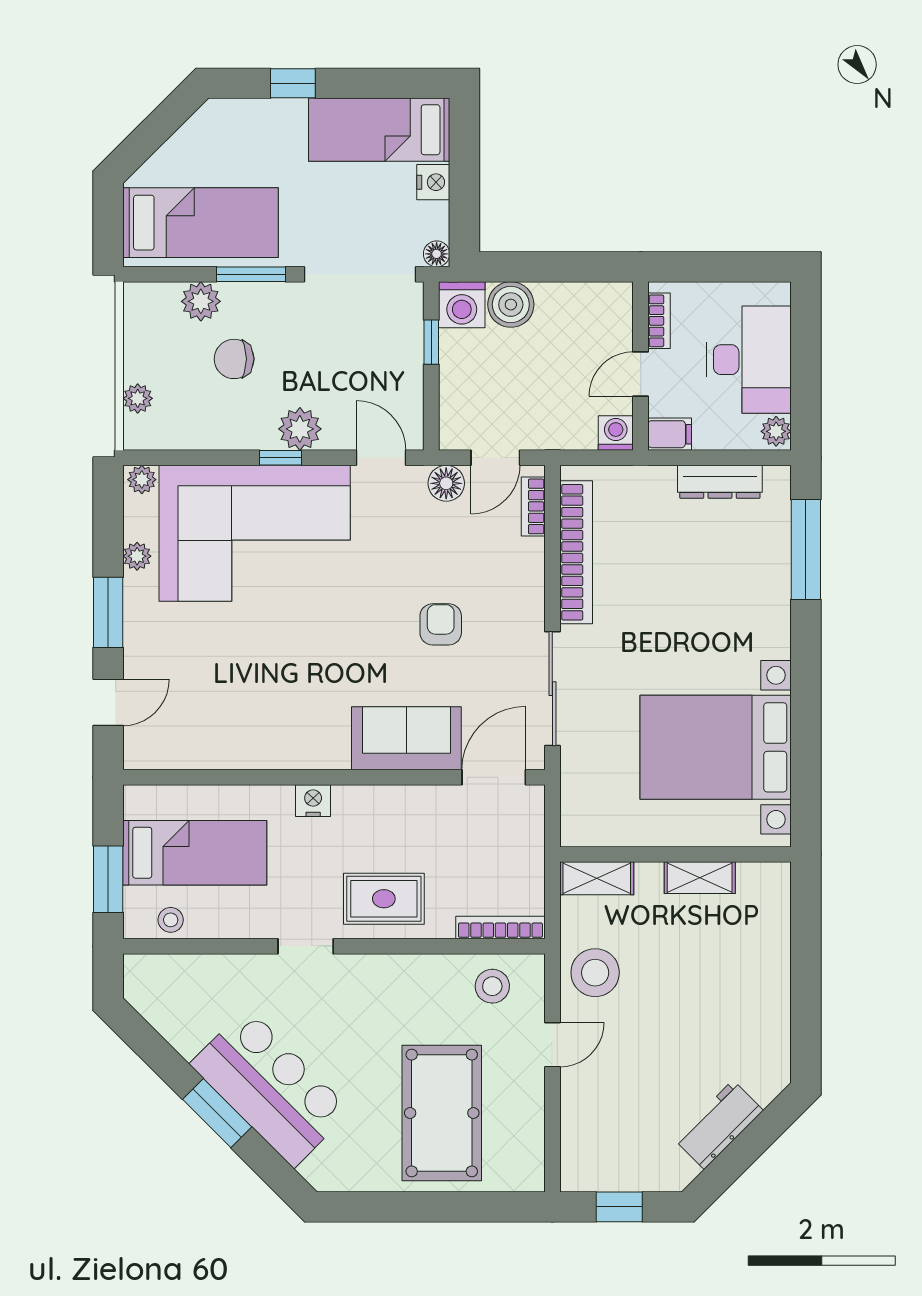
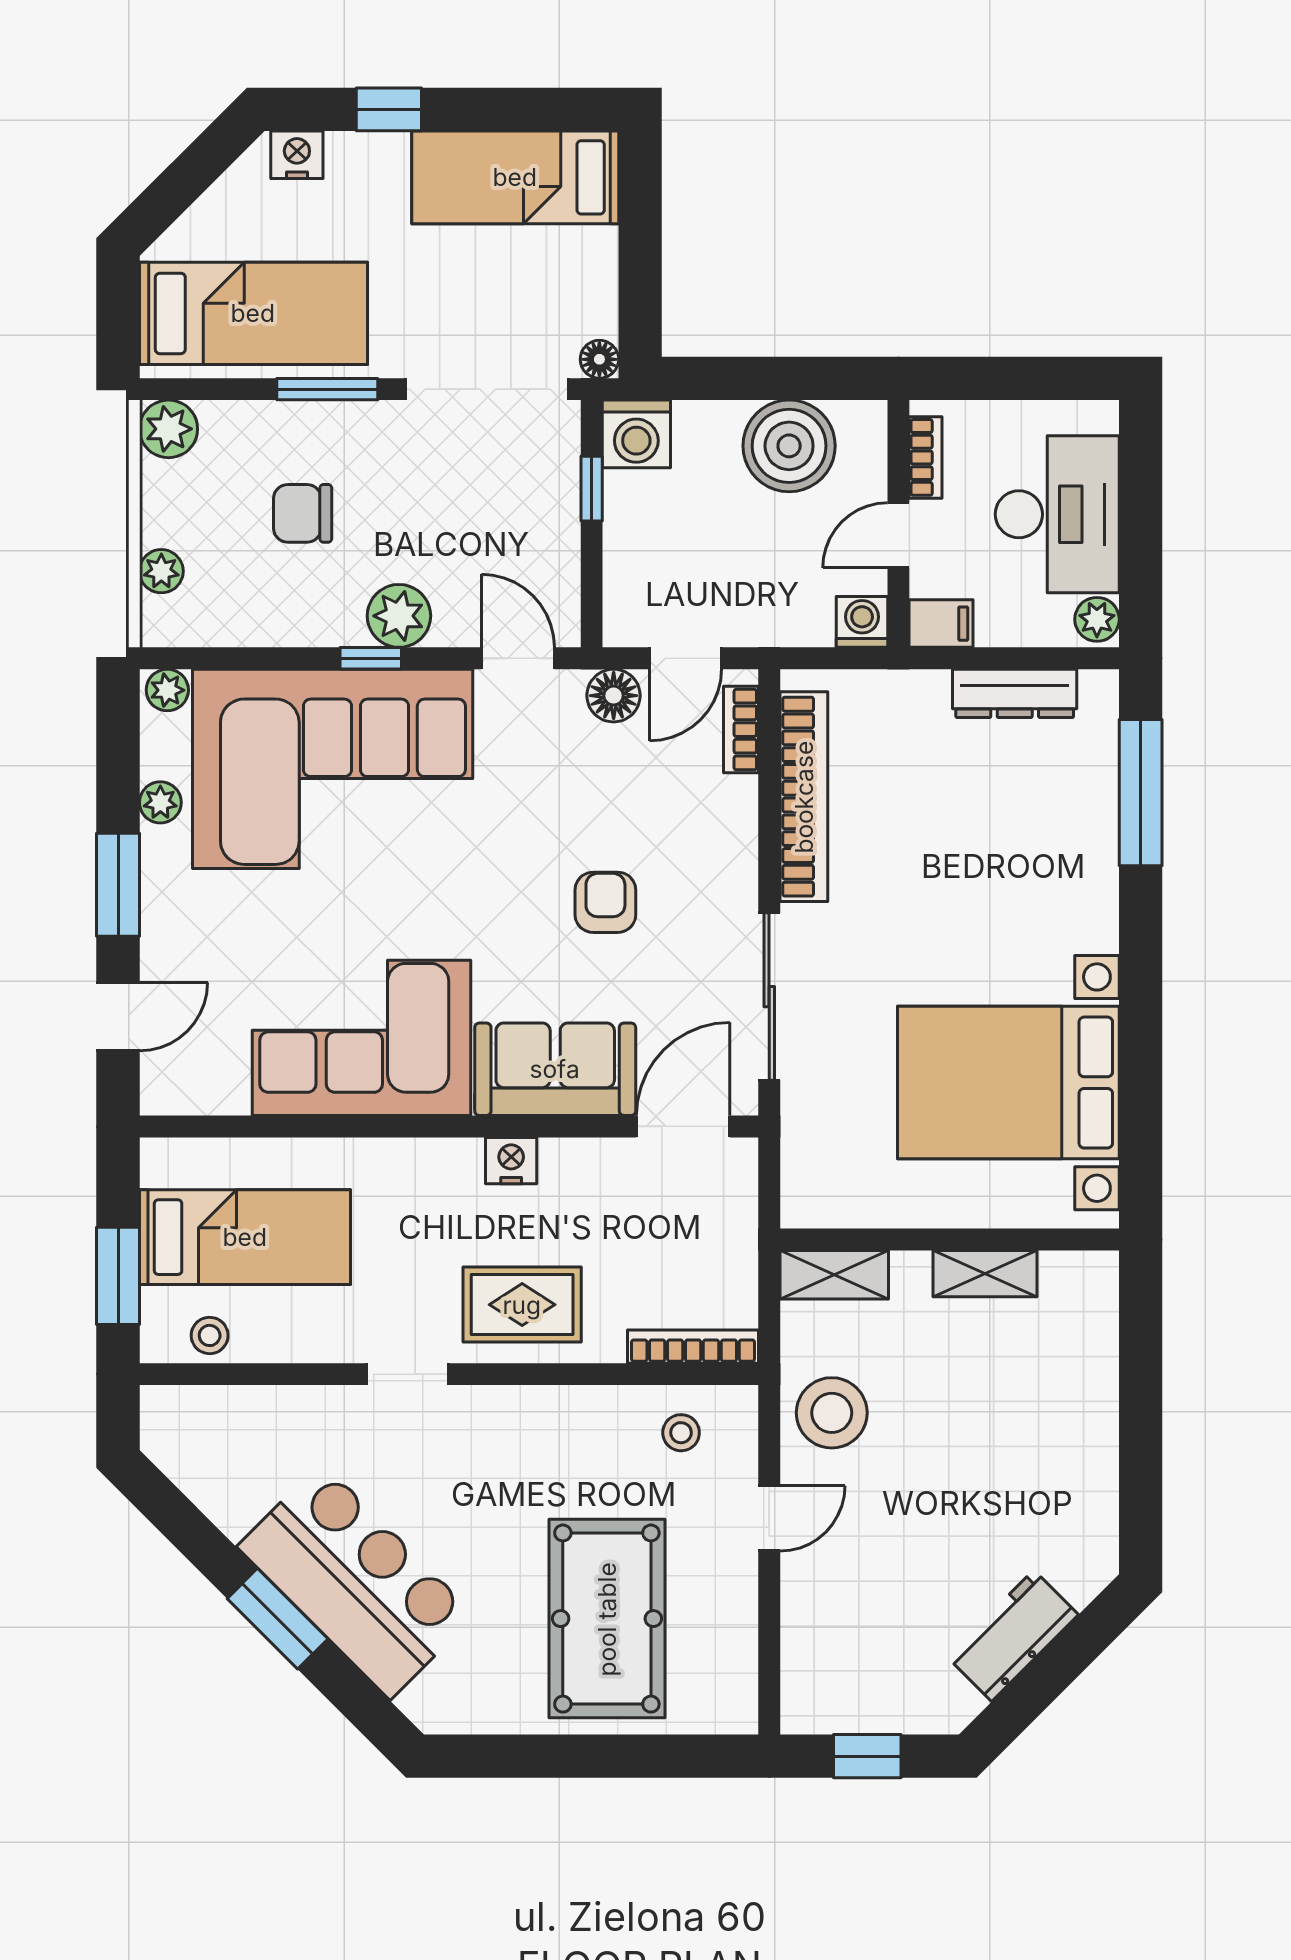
nightstand: (433, 182) -> (297, 155), moved, turned -90
plant: (201, 301) -> (169, 429), moved
boiler: (511, 305) -> (789, 446), moved, width x1.37, depth x1.37
corner sofa: (274, 717) -> (361, 1038), added
nightstand: (313, 801) -> (511, 1161), moved
stool: (492, 986) -> (681, 1433), width x0.73, depth x0.73

